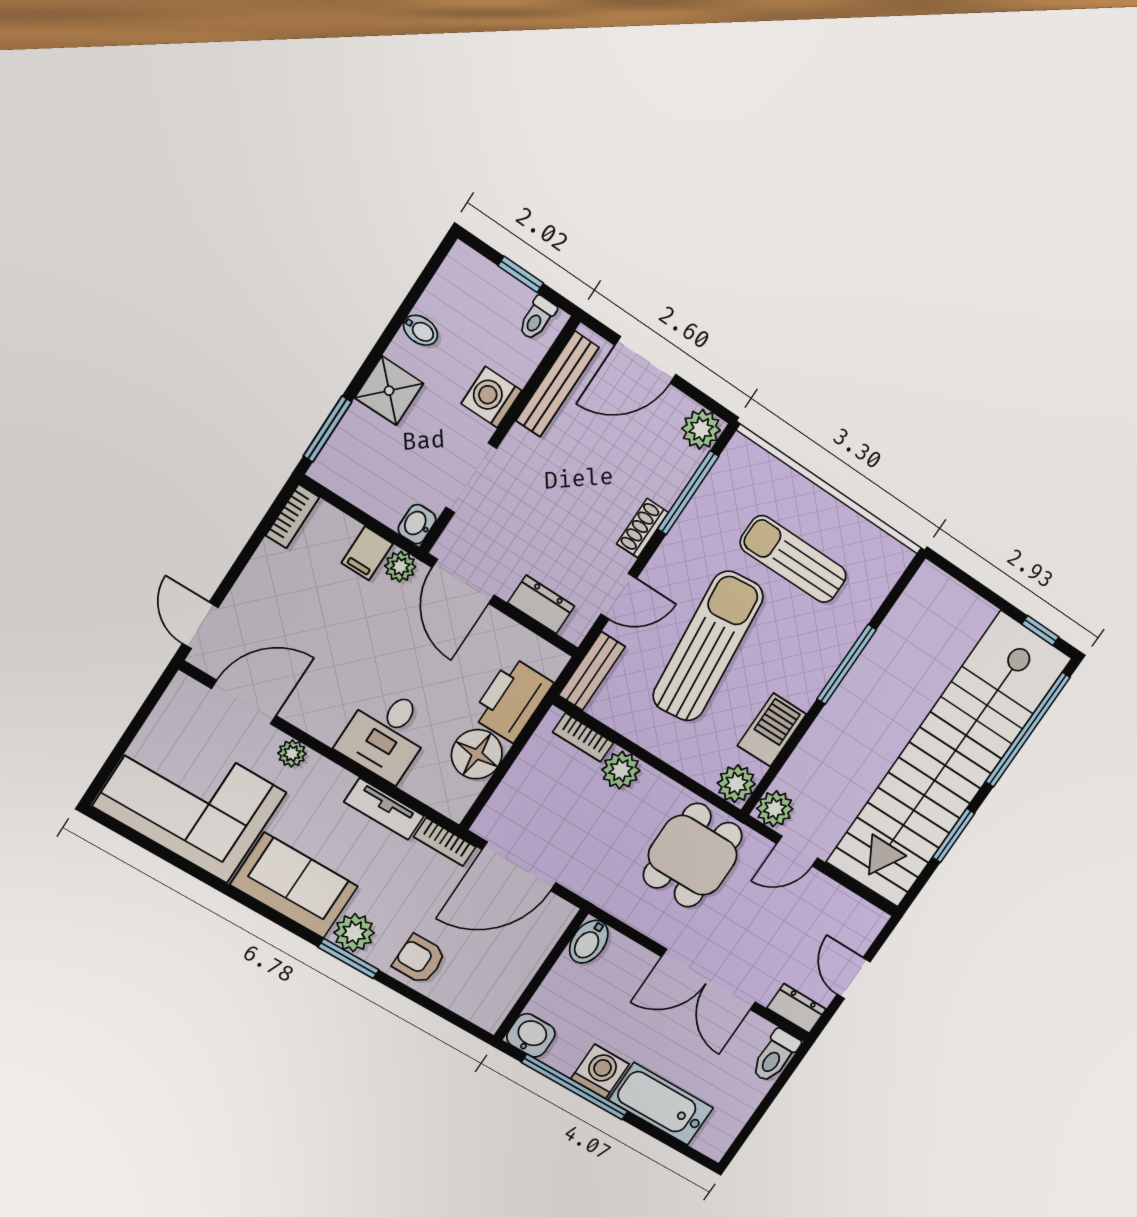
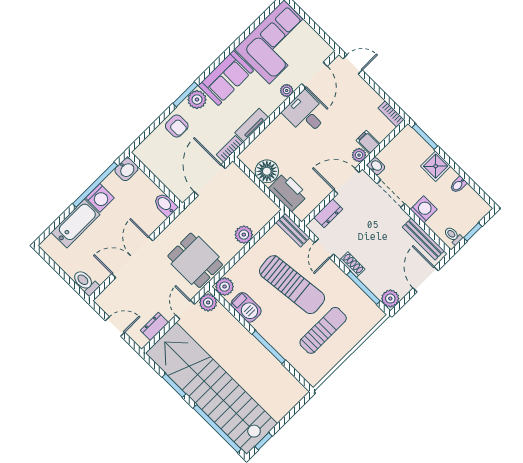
desk: (386, 734) -> (305, 113), moved
bookcase: (583, 737) -> (263, 220), removed
armchair: (419, 959) -> (177, 126), turned 90
dresser: (797, 1009) -> (154, 326), moved, turned 180

